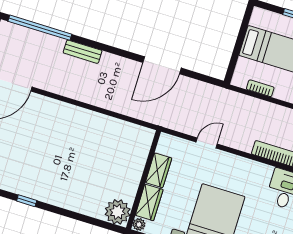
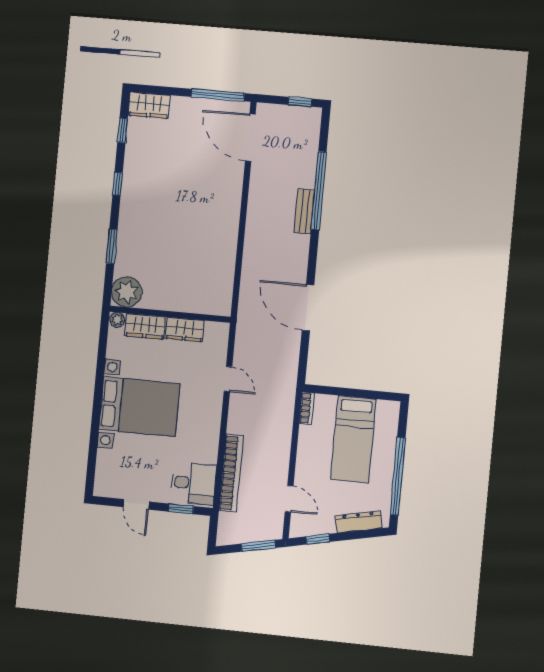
window: (40, 28) -> (319, 191), moved
bookcase: (260, 88) -> (307, 408), moved
window: (77, 216) -> (112, 246), added

